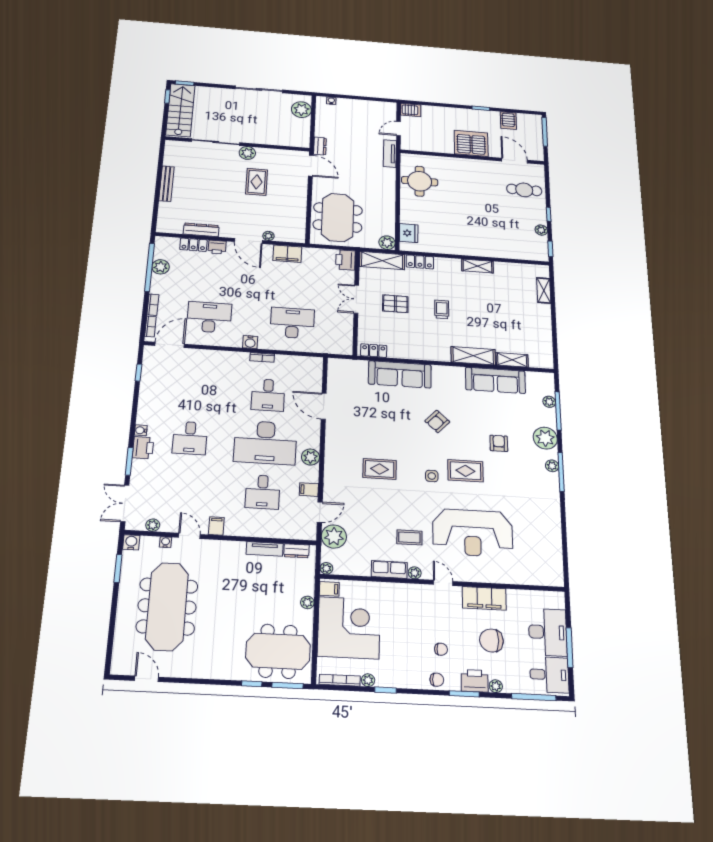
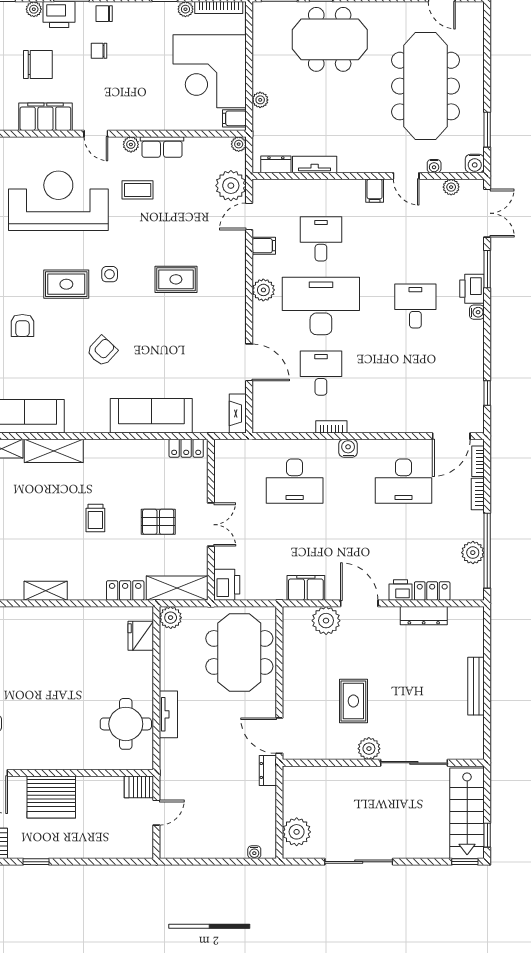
server rack: (411, 110) -> (139, 787), moved
tv unit: (390, 154) -> (168, 714), moved
plant: (268, 236) -> (326, 621), width x1.87, depth x1.87
fireplace: (334, 371) -> (238, 413), added
meeting table: (278, 651) -> (330, 39), moved

